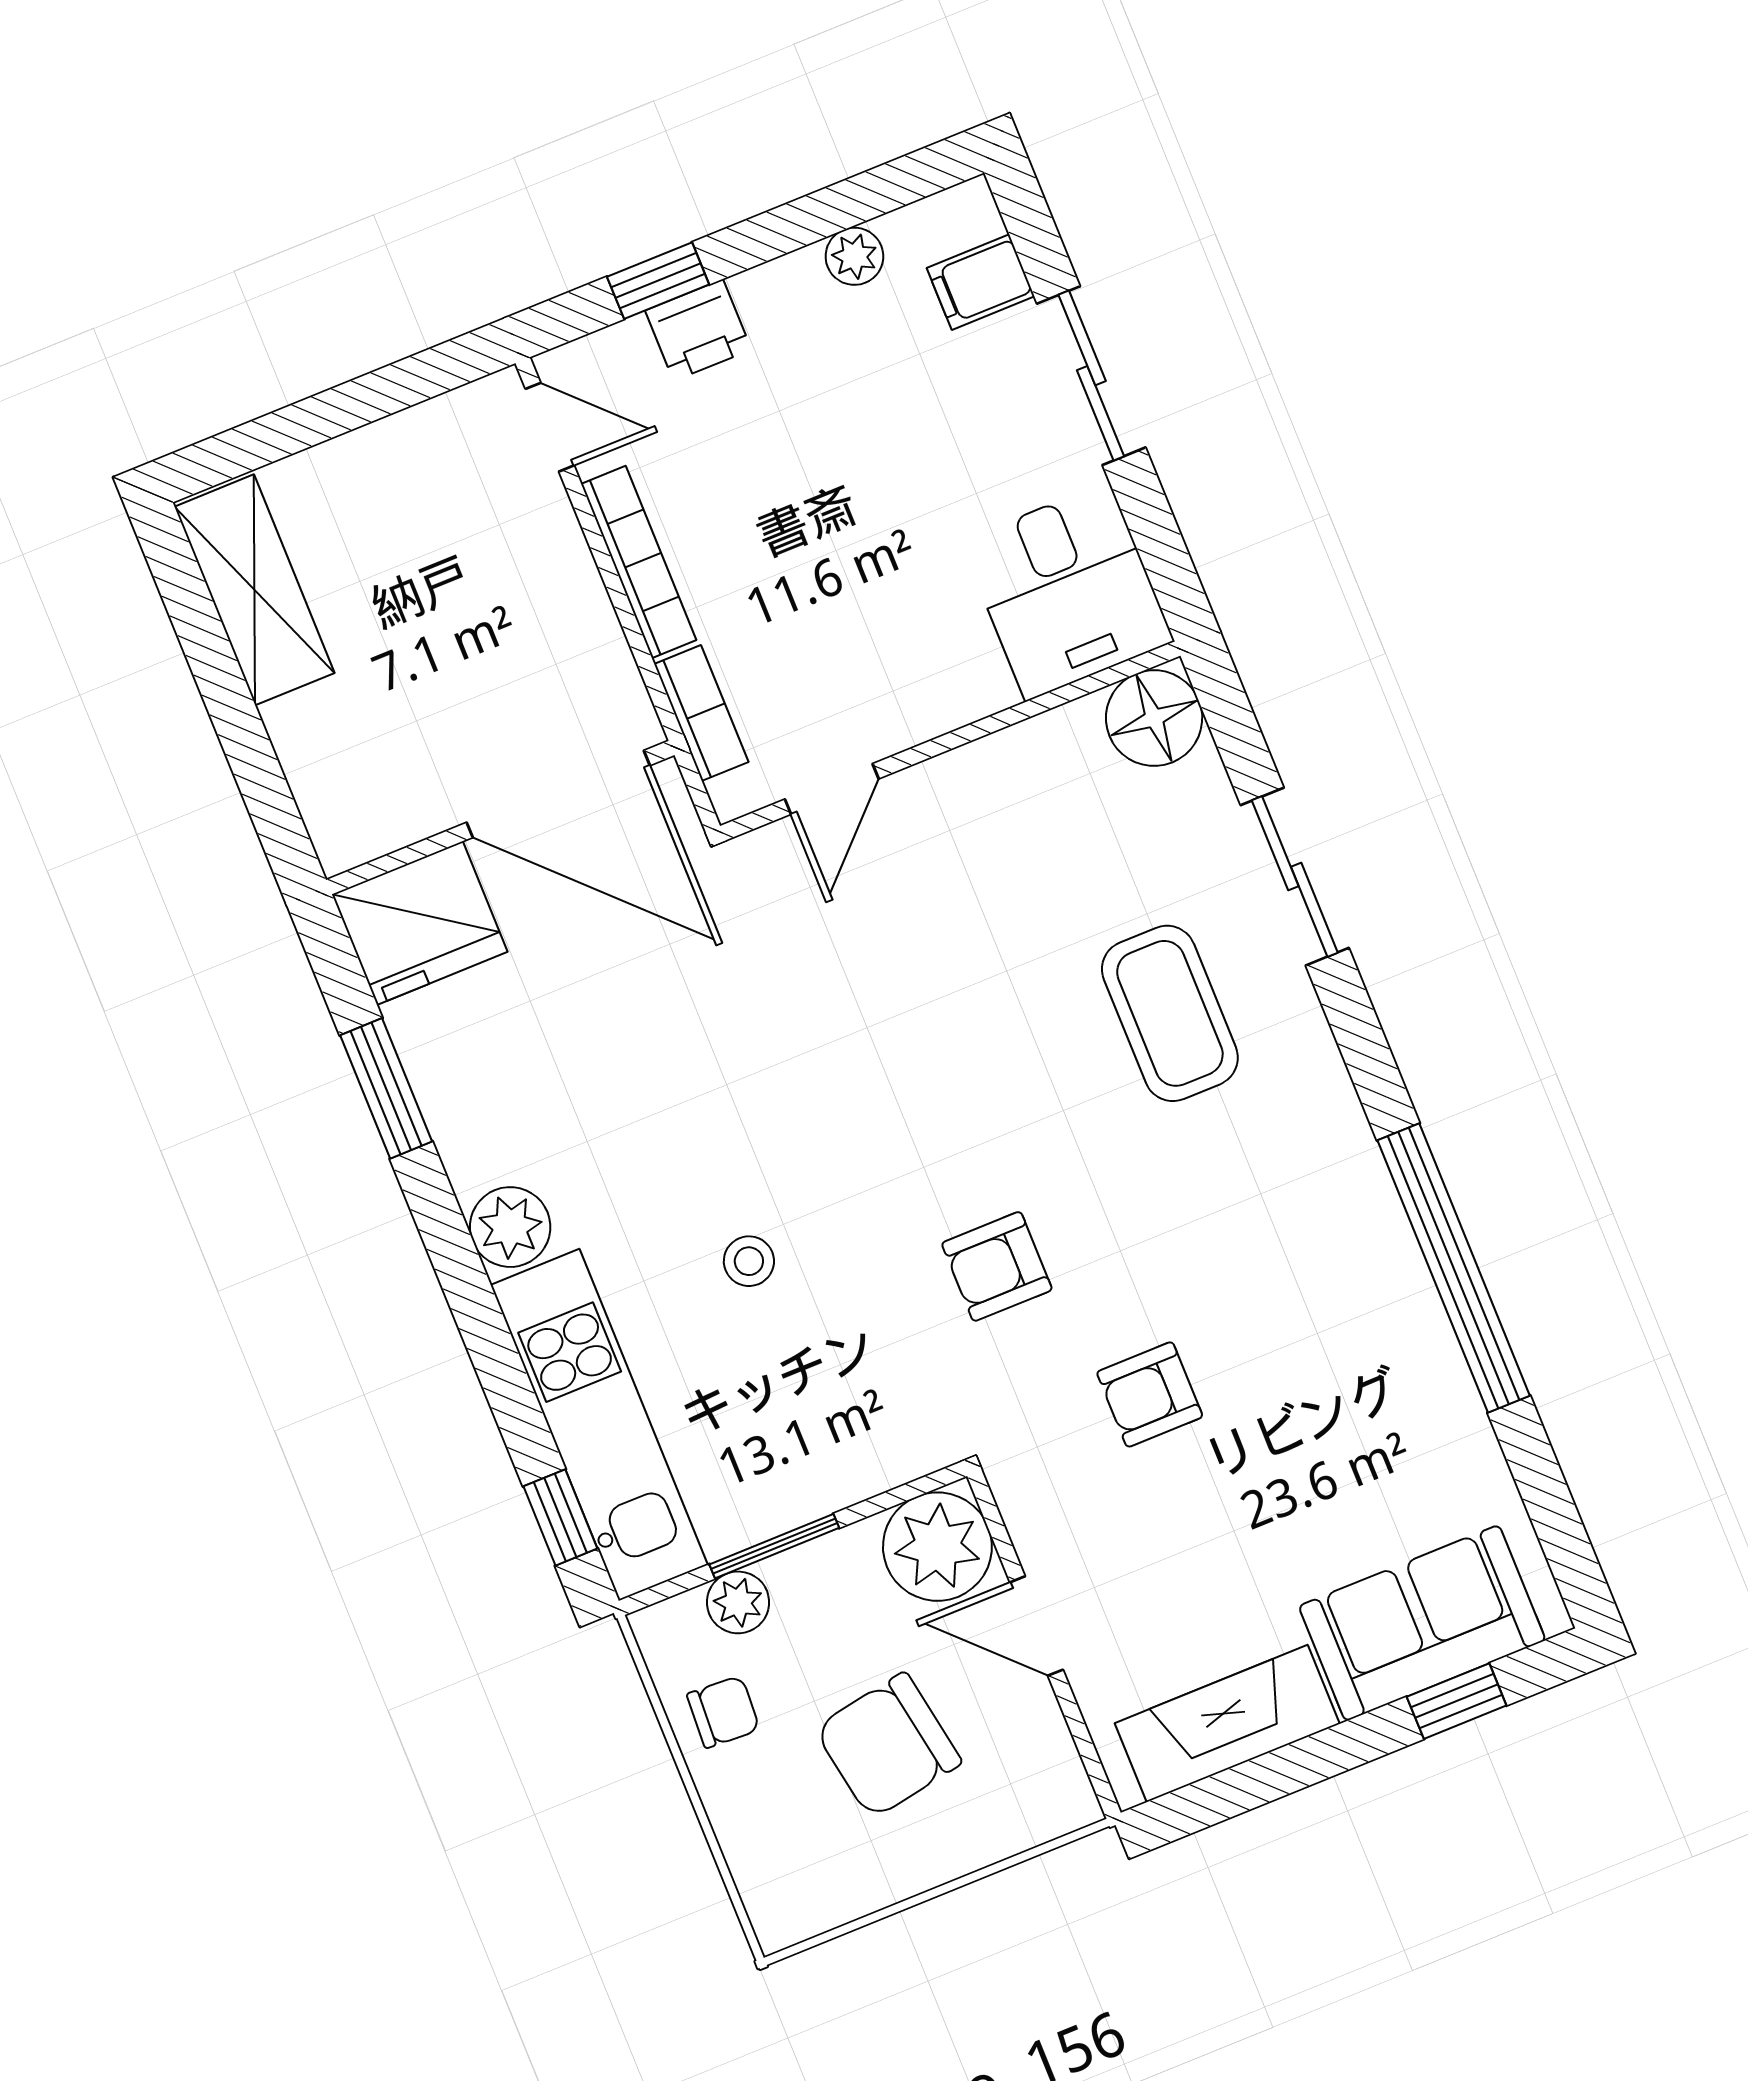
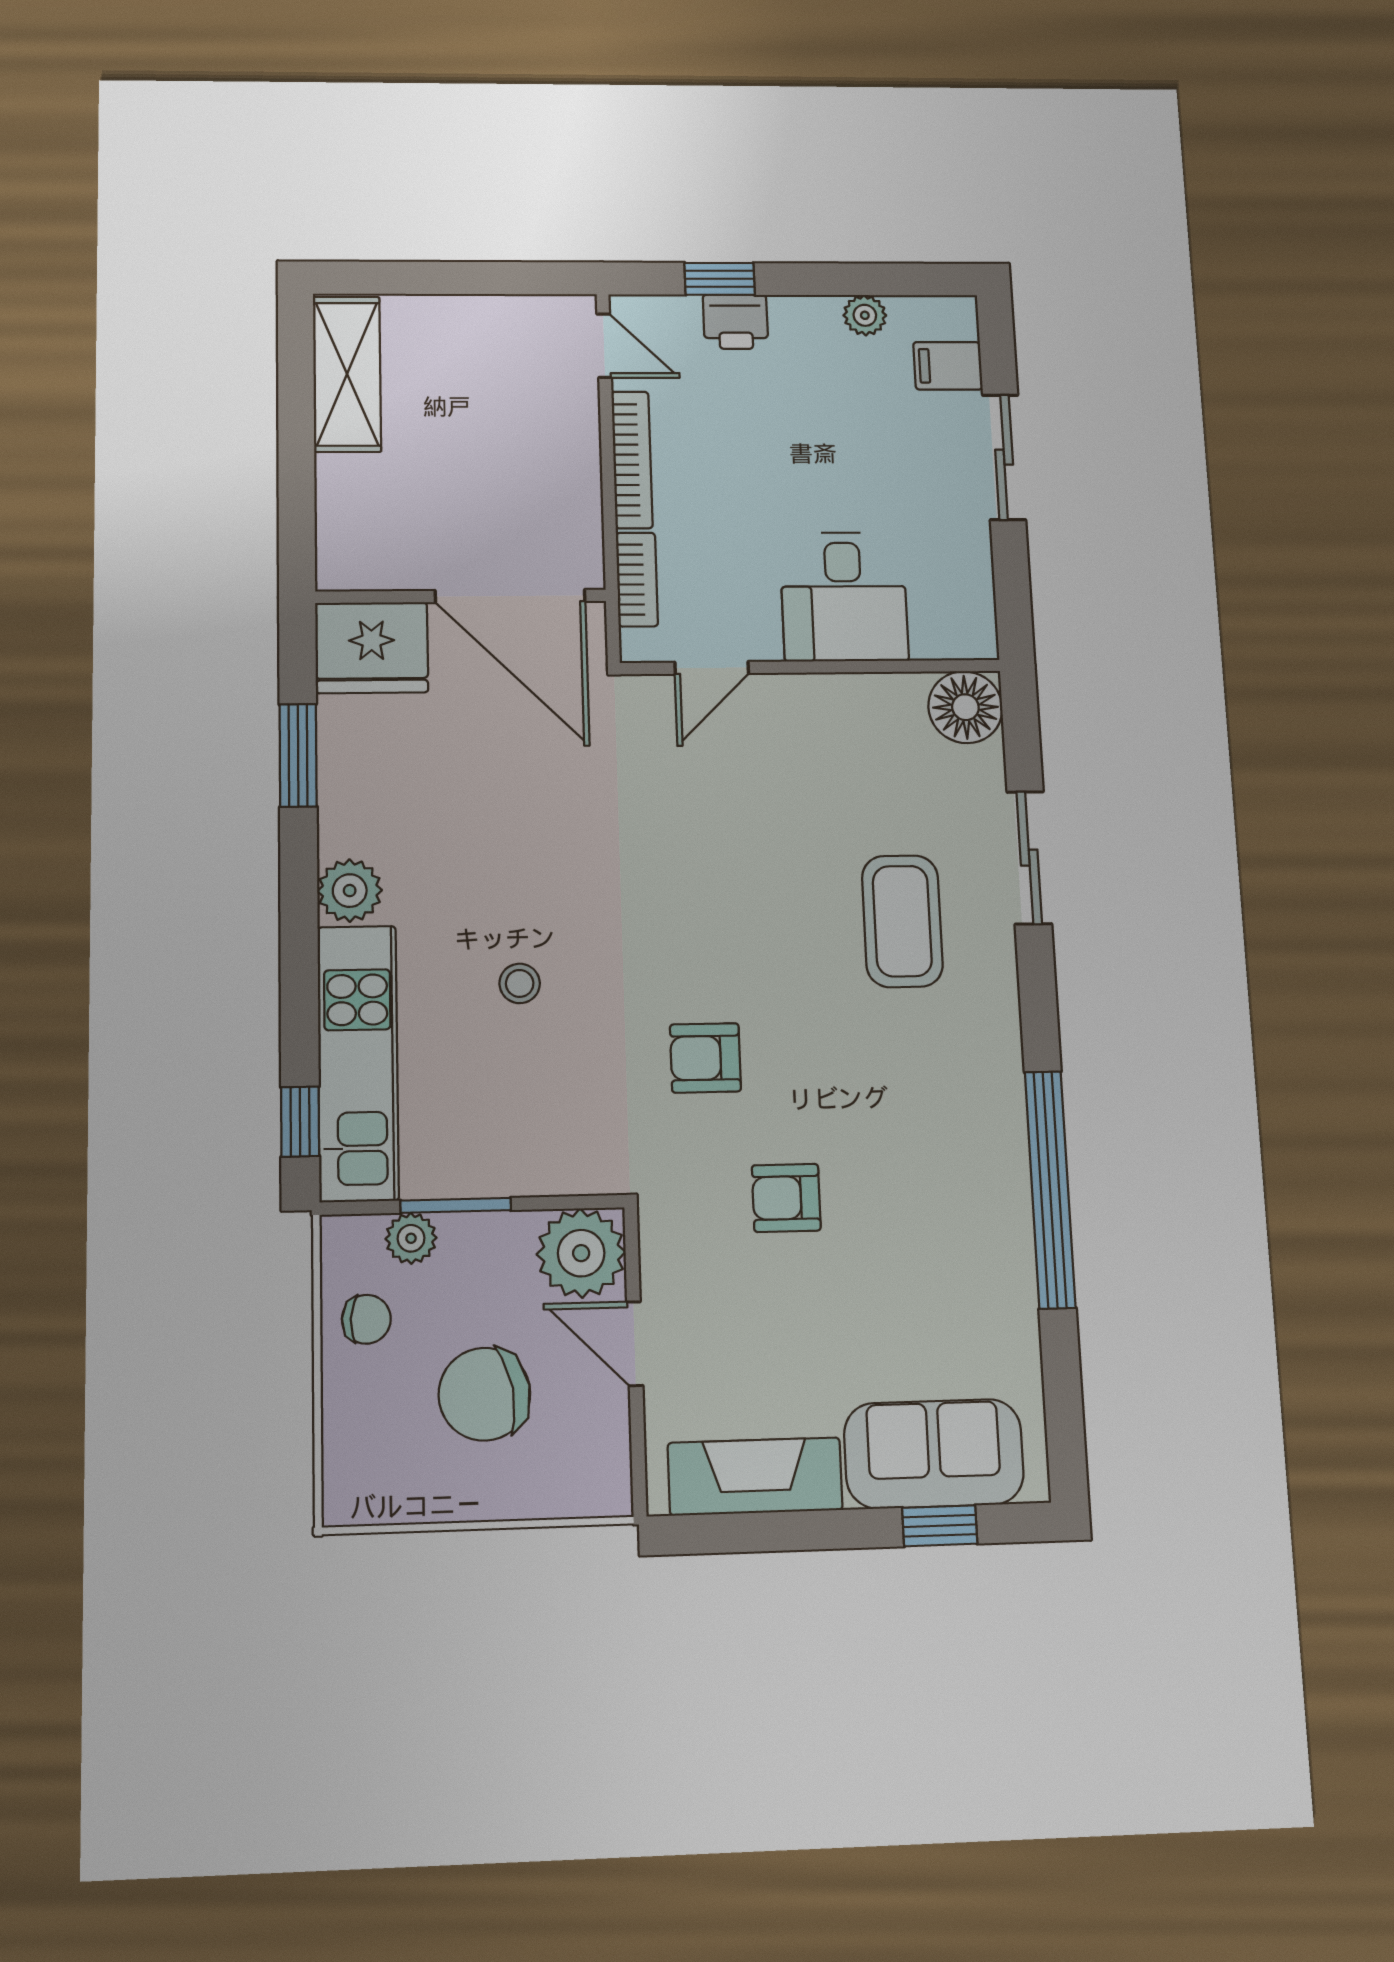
desk: (1067, 591) -> (844, 597), moved

